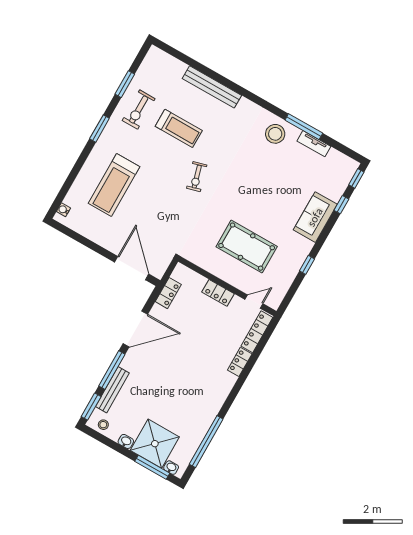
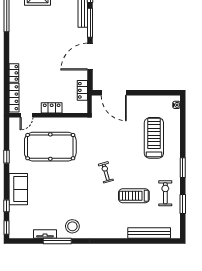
bench: (212, 87) -> (149, 233), moved
pool table: (247, 247) -> (50, 147), width x1.36, depth x1.32

